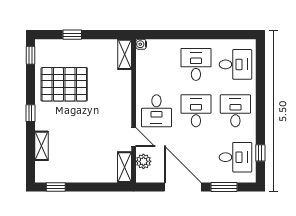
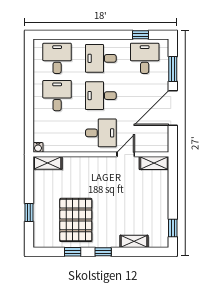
window: (30, 55) -> (73, 252), moved
desk: (196, 64) -> (57, 96), turned 90
plant: (143, 161) -> (149, 145), removed

